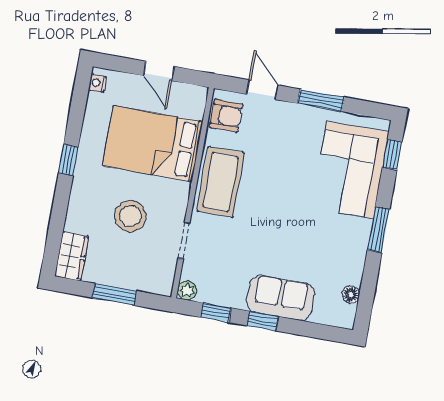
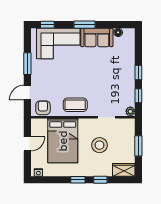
coffee table: (221, 182) -> (75, 105), width x0.73, depth x0.76
window: (60, 205) -> (100, 180), added
sofa: (281, 298) -> (97, 37), moved, turned -90

